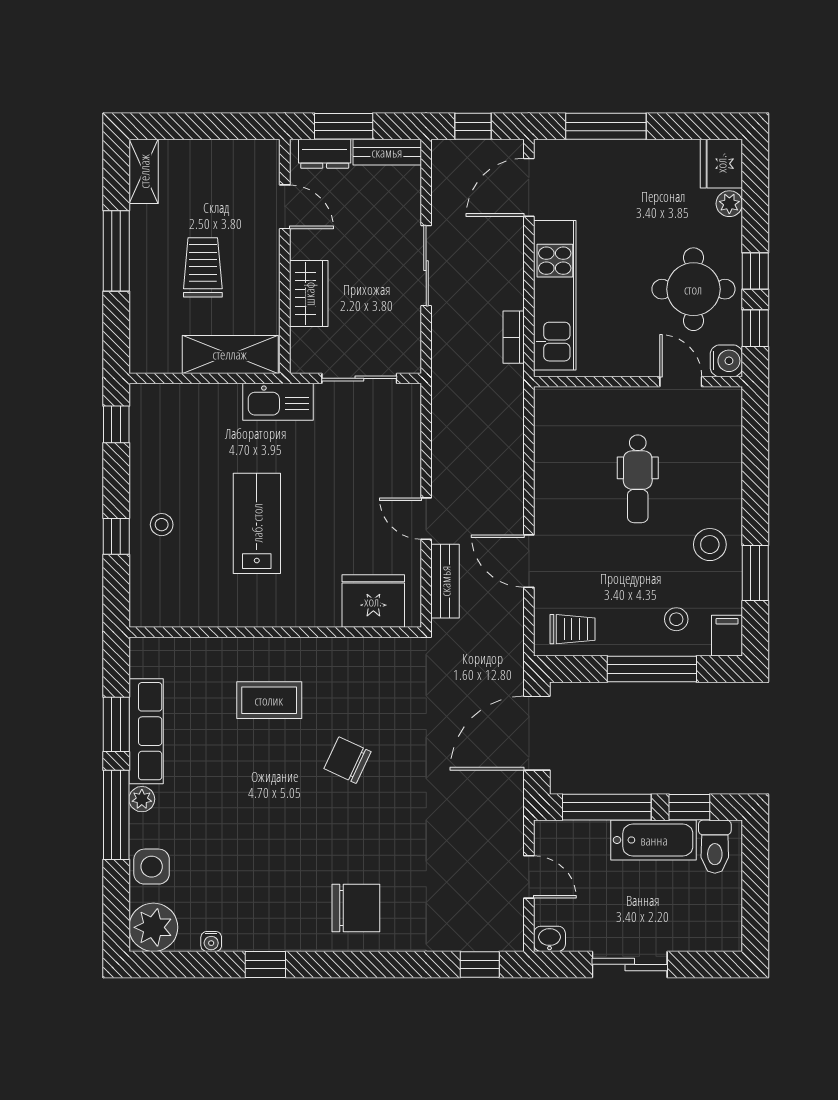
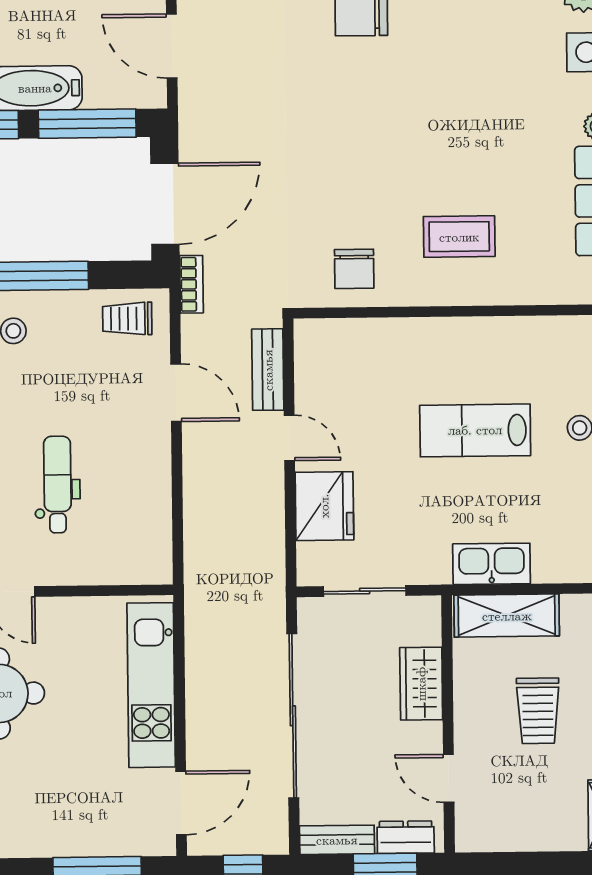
sliding door: (426, 266) -> (293, 716), width x1.86
bookcase: (514, 337) -> (191, 284), moved
kitchen sink: (278, 402) -> (492, 564), moved
lab bench: (257, 523) -> (475, 430), turned 90
fridge: (373, 601) -> (324, 506), moved, turned -90
chair: (347, 760) -> (354, 269), moved, turned 65
door: (529, 877) -> (172, 46), width x1.38

